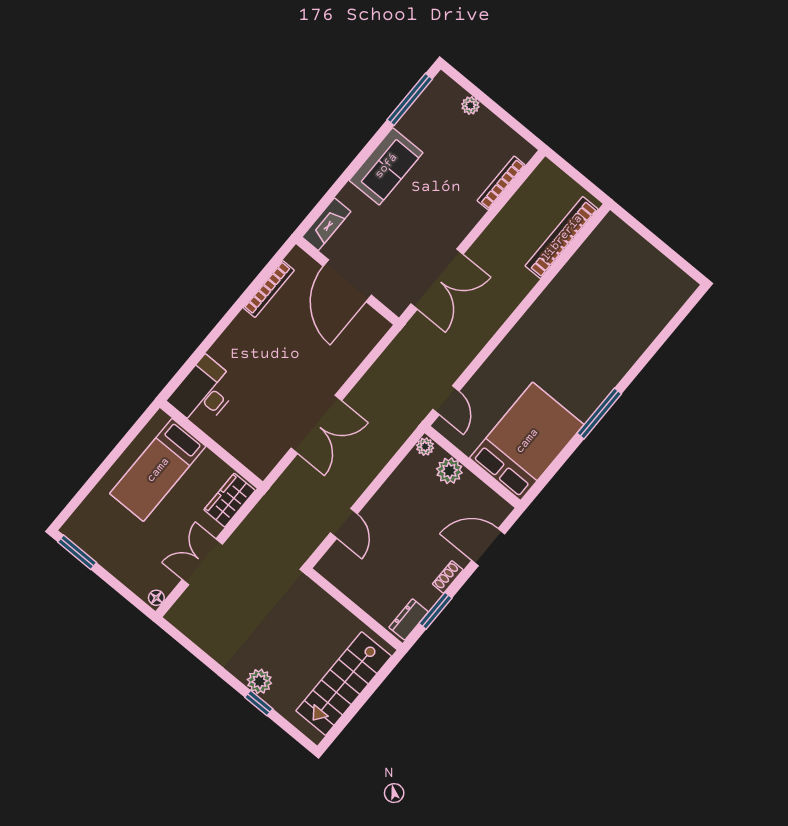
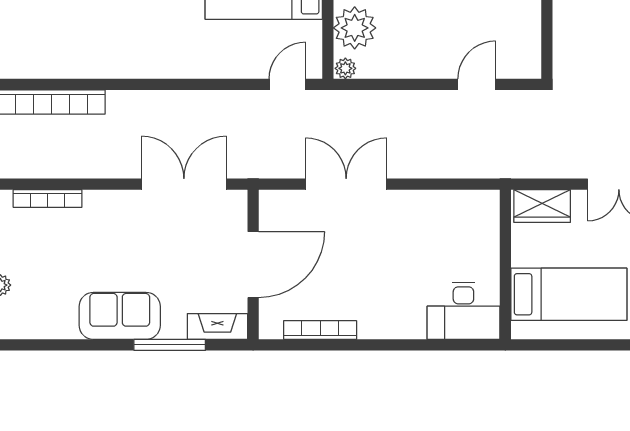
window: (410, 99) -> (170, 345), moved
double door: (316, 424) -> (346, 184), moved
plant: (449, 471) -> (355, 28), width x1.36, depth x1.36

